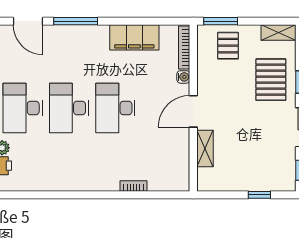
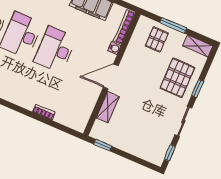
window: (221, 21) -> (173, 25), moved
window: (259, 195) -> (103, 145), moved

